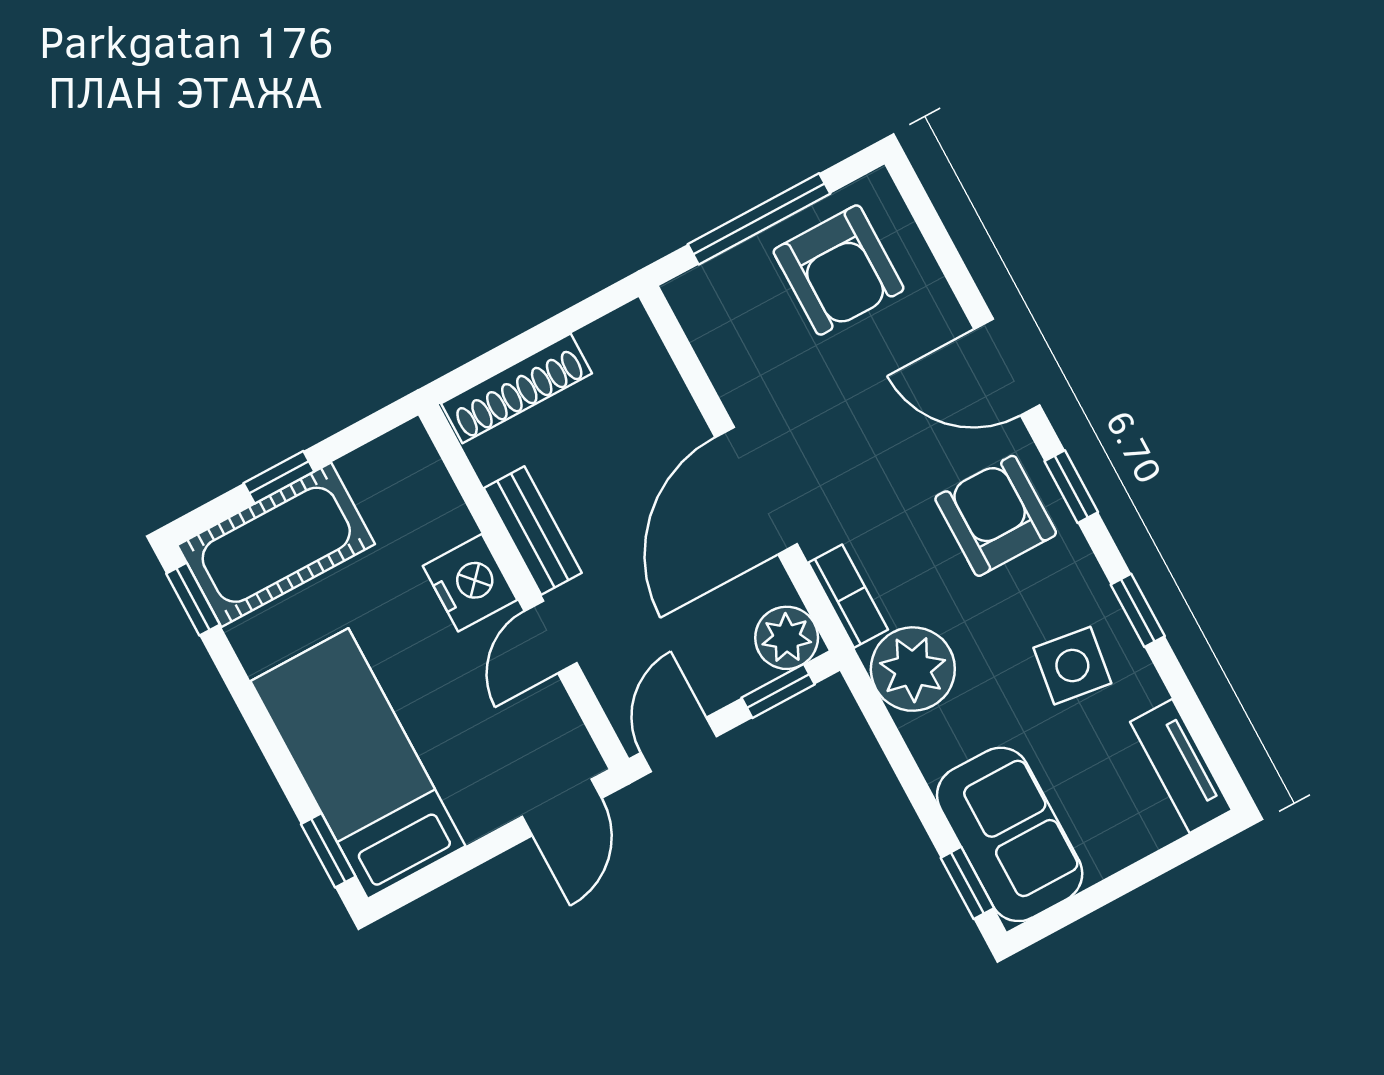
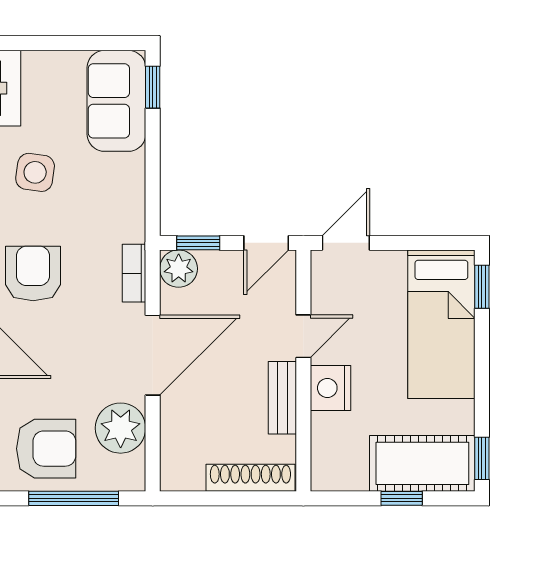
armchair: (839, 270) -> (46, 449), turned 90
armchair: (996, 516) -> (33, 274), turned 180
plant: (913, 669) -> (121, 428), moved

